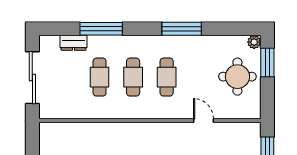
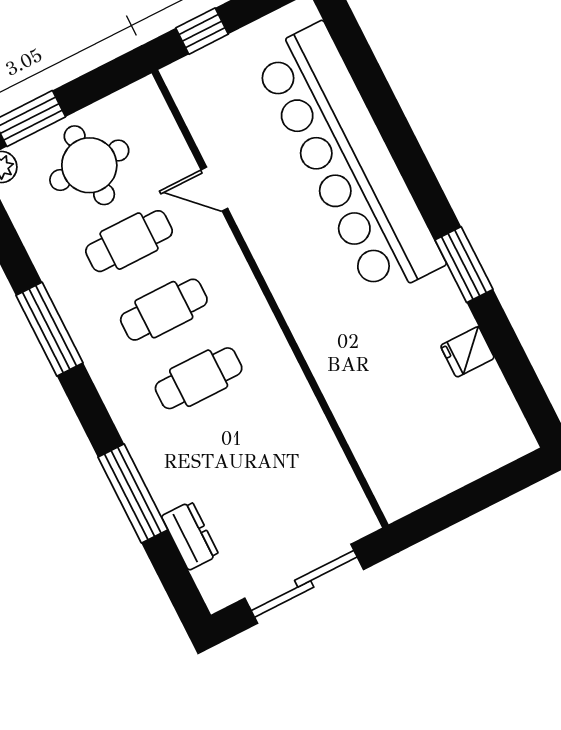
cafe table: (100, 77) -> (129, 241), moved
door: (204, 121) -> (214, 189), hinge flipped

